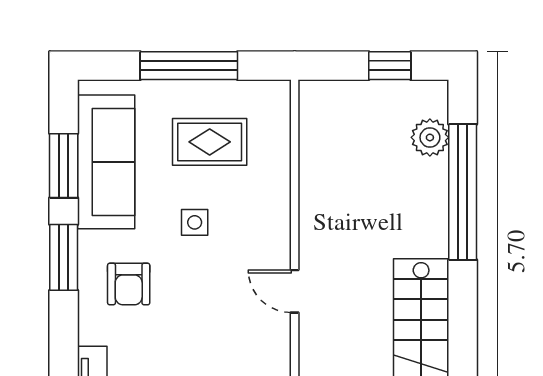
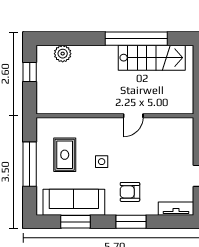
window: (463, 192) -> (136, 39), moved
window: (64, 257) -> (131, 222), moved
armchair: (129, 284) -> (130, 192), turned 180

